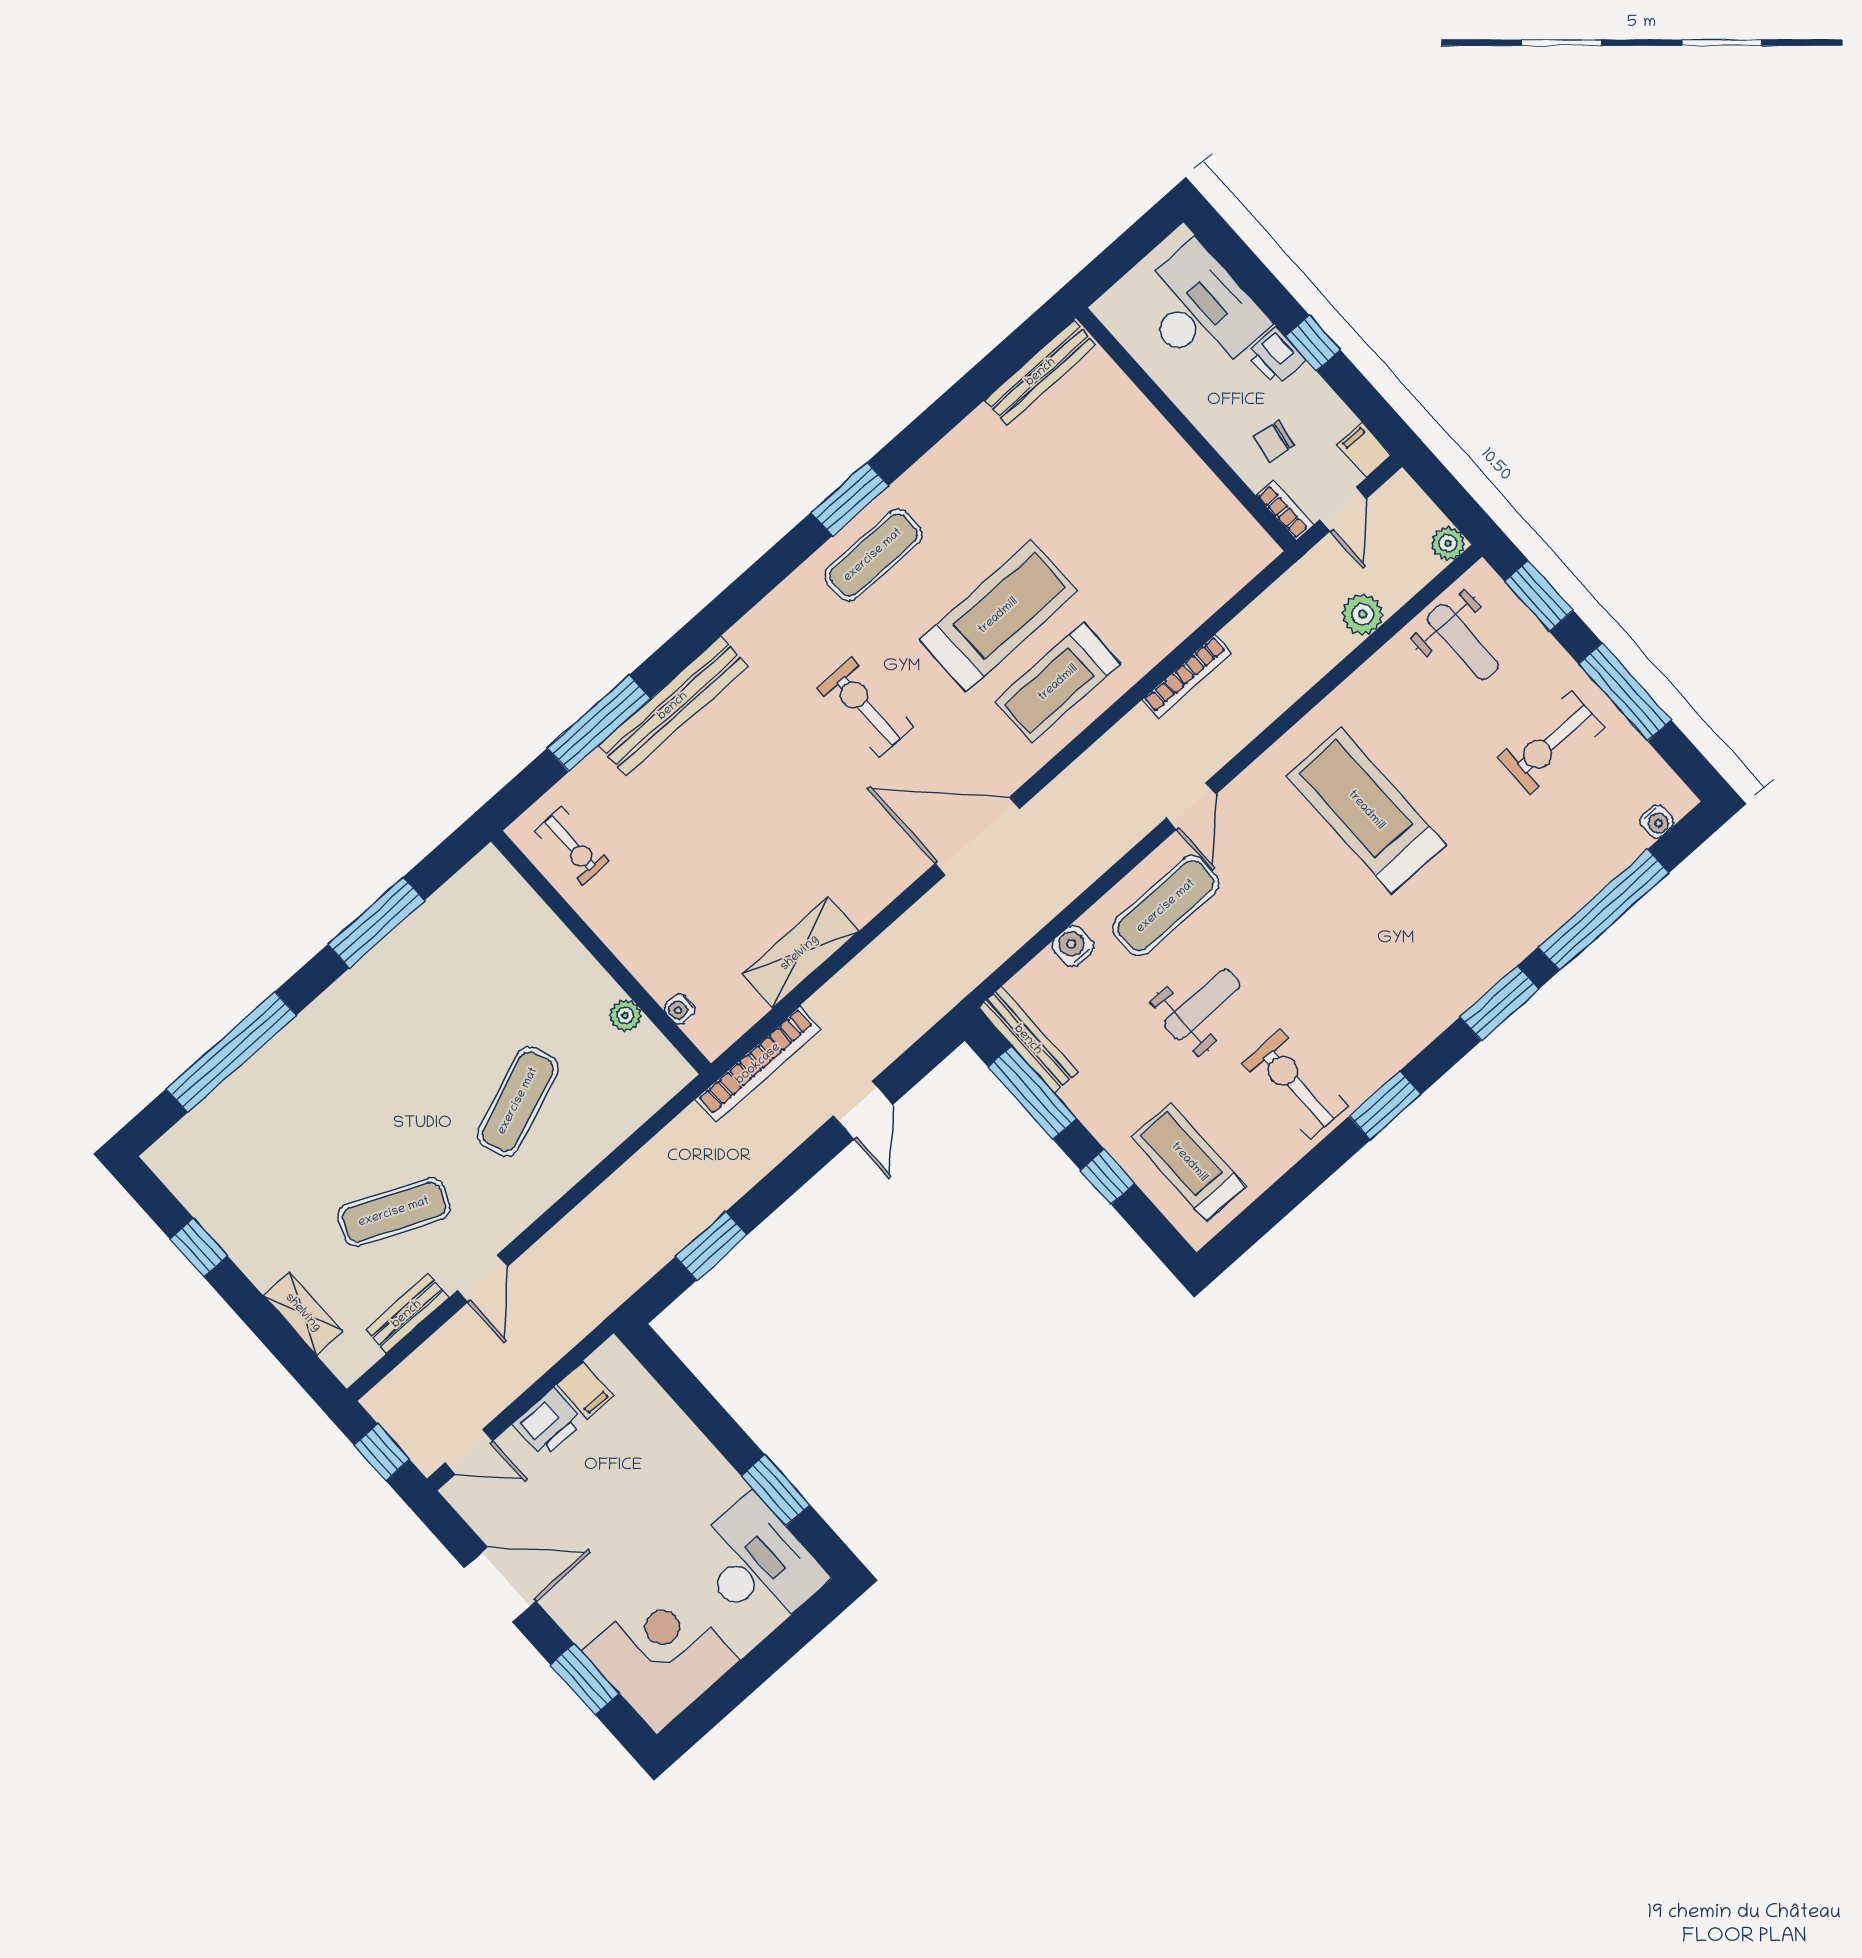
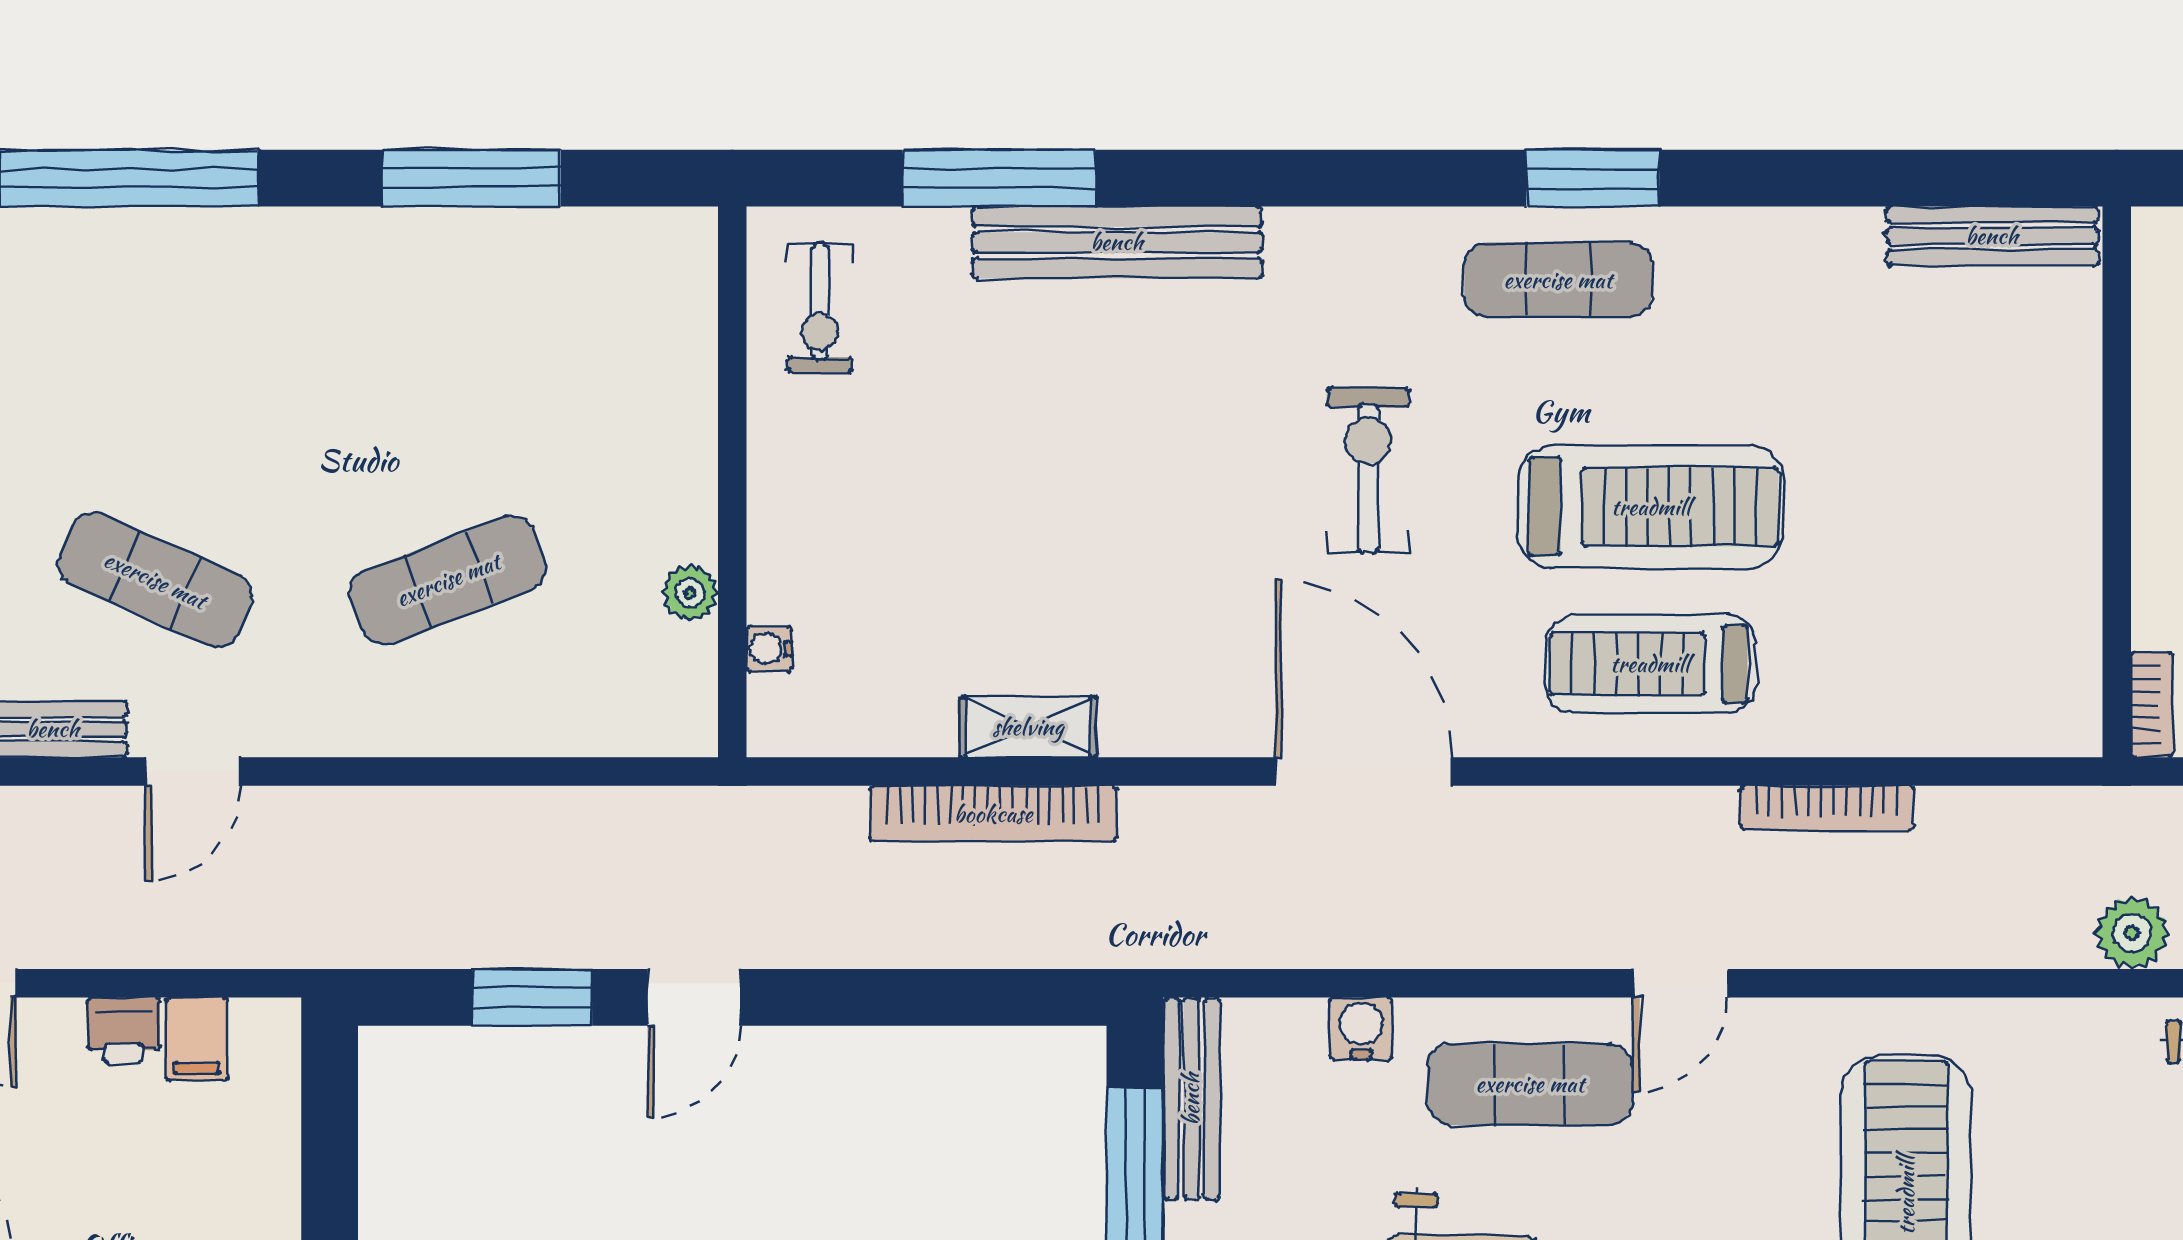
shelving: (800, 953) -> (1028, 727), width x0.67, depth x0.75
bookcase: (758, 1064) -> (993, 814), moved
door: (863, 1110) -> (694, 997), moved
printer: (548, 1422) -> (124, 1030), width x0.73, depth x0.81

